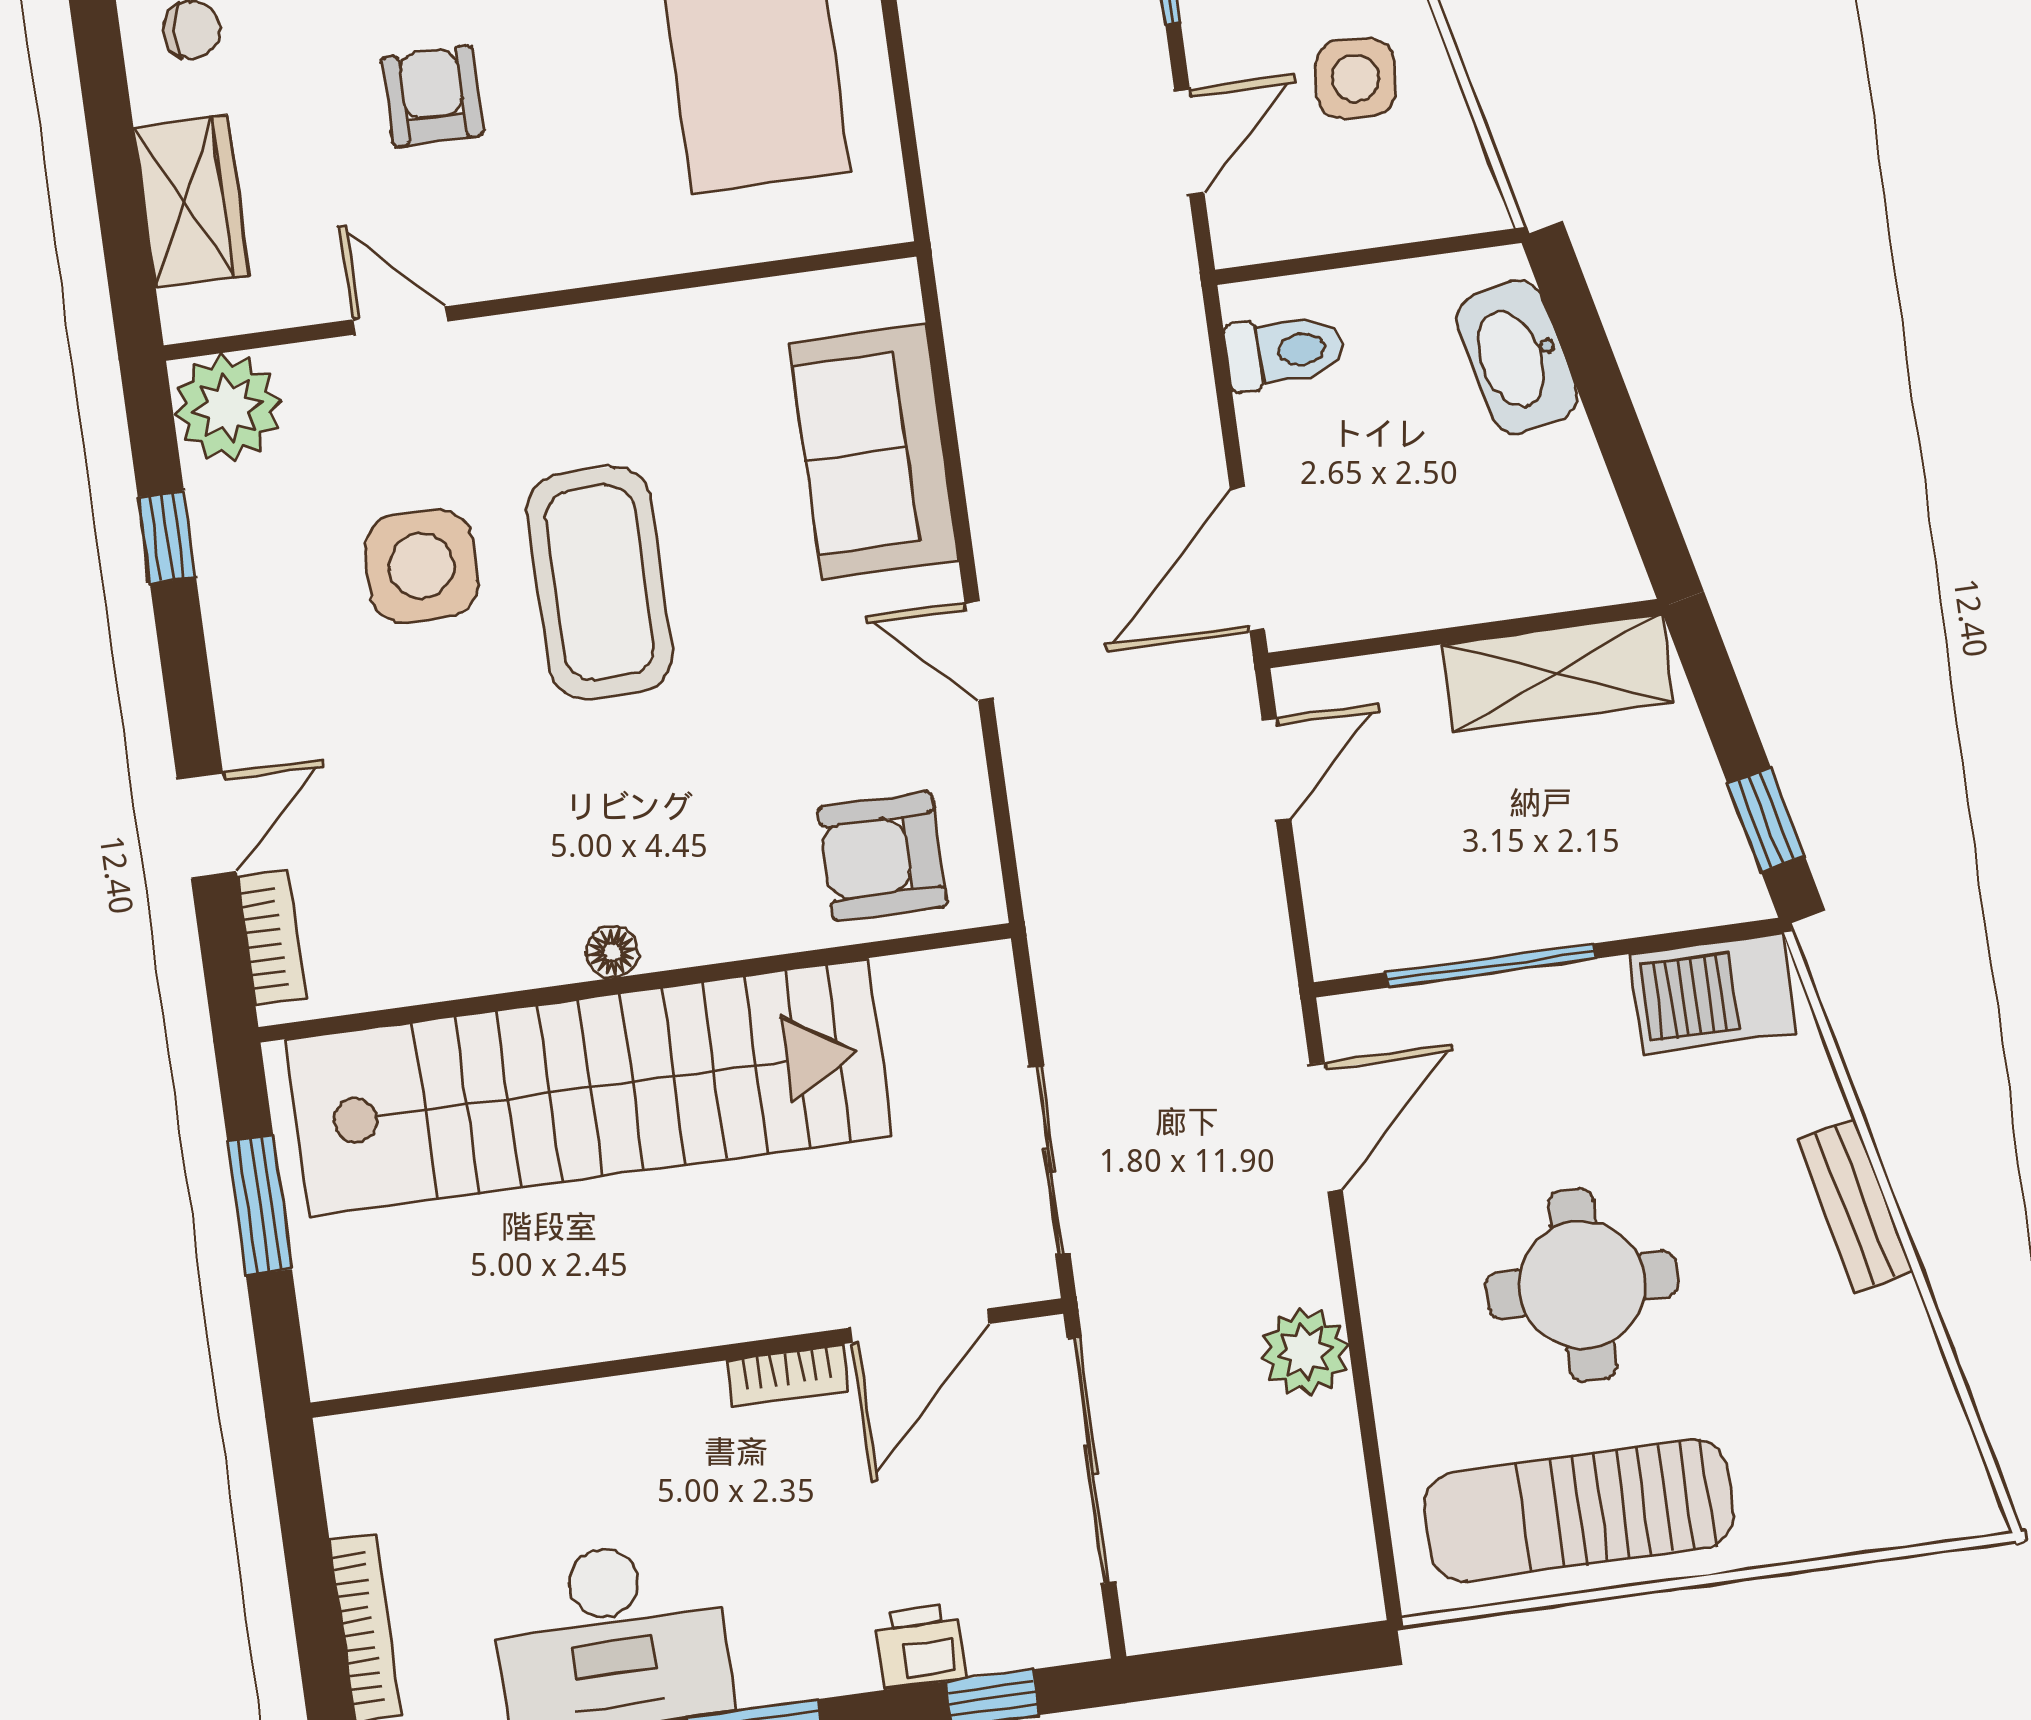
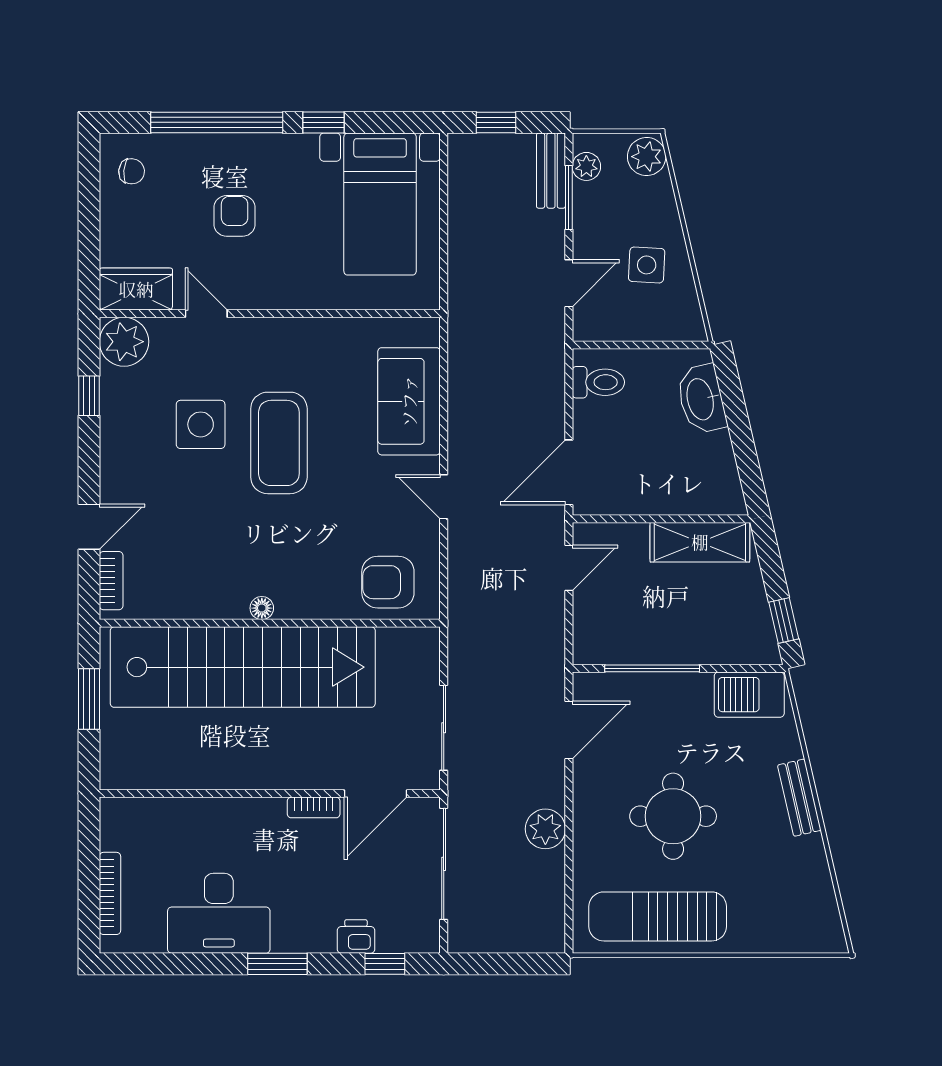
wardrobe: (191, 201) -> (136, 289), moved, turned -90

